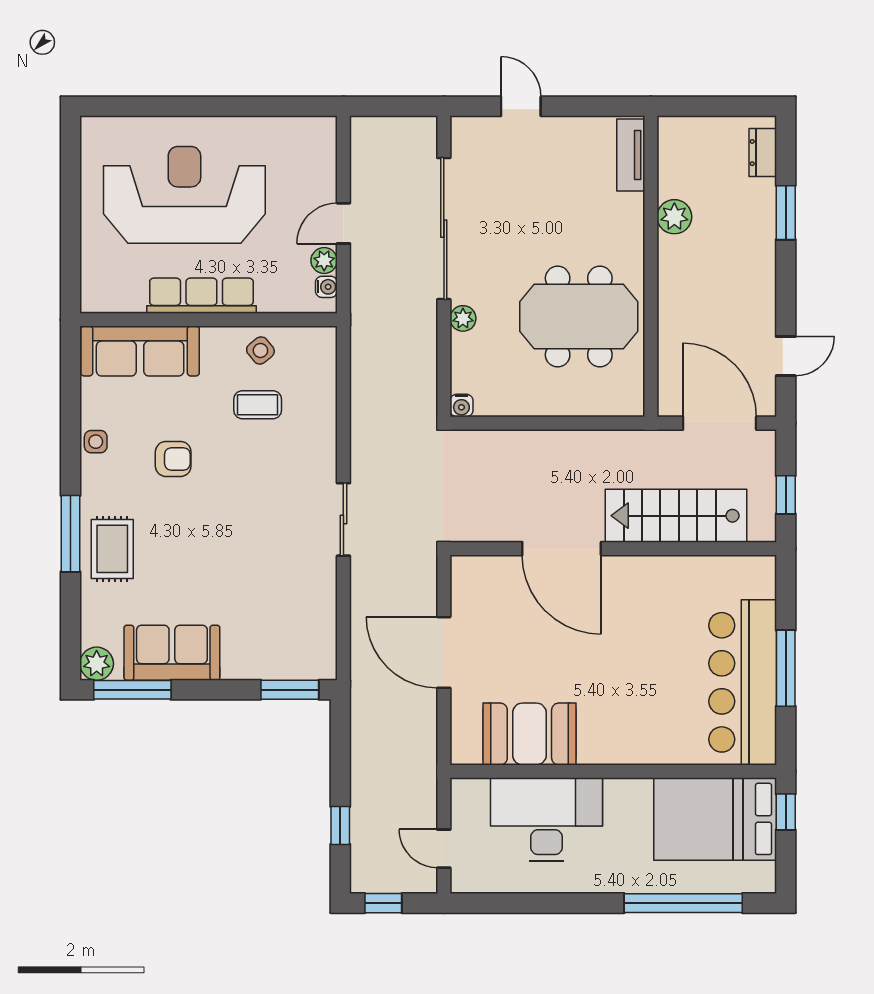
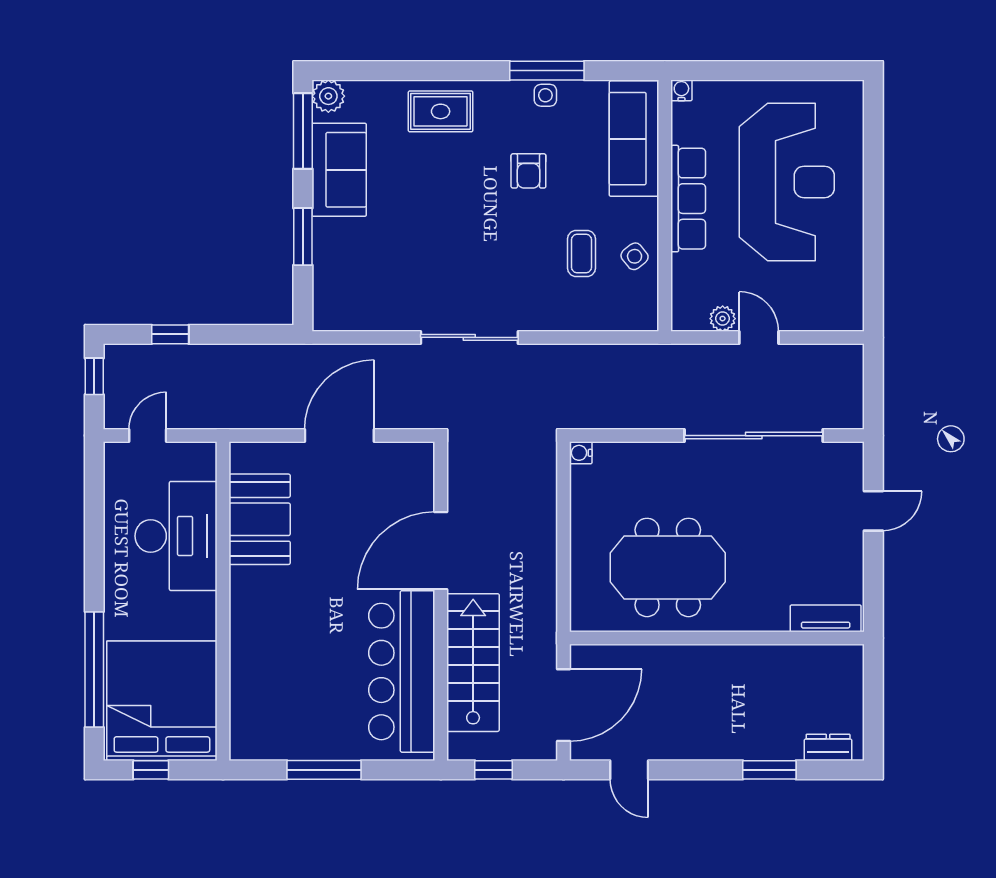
plant: (674, 217) -> (765, 661), removed
water cooler: (326, 287) -> (681, 90), moved, turned 180
meeting table: (579, 317) -> (668, 567), turned 90
plant: (463, 318) -> (666, 454), removed
sliding door: (343, 519) -> (469, 337), width x1.37
window: (70, 534) -> (547, 71), moved
bar counter: (743, 682) -> (402, 671), moved, turned -90
window: (290, 690) -> (303, 237), moved
window: (786, 812) -> (151, 770), moved
bed: (715, 819) -> (162, 701), width x1.36

